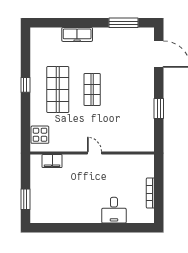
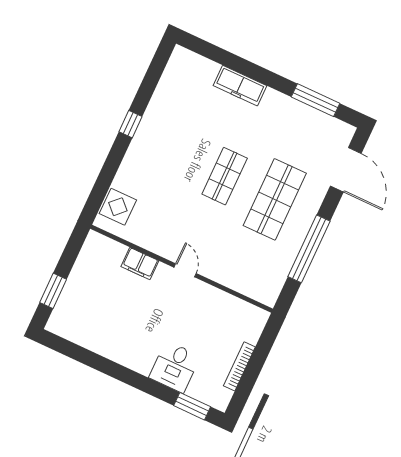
shop shelf: (58, 90) -> (275, 199), moved
window: (159, 108) -> (309, 249), width x2.11
filing cabinet: (52, 161) -> (140, 264), moved
window: (134, 228) -> (192, 406), added

